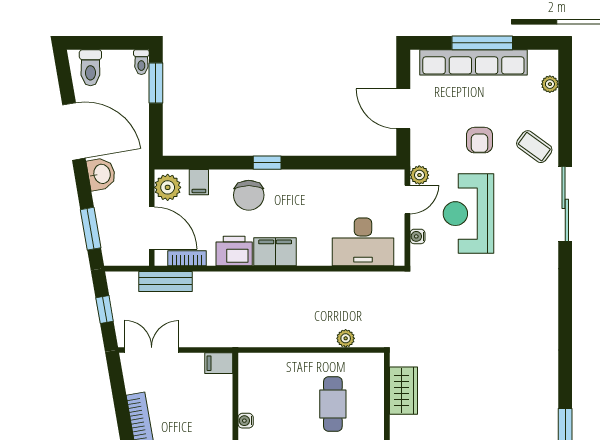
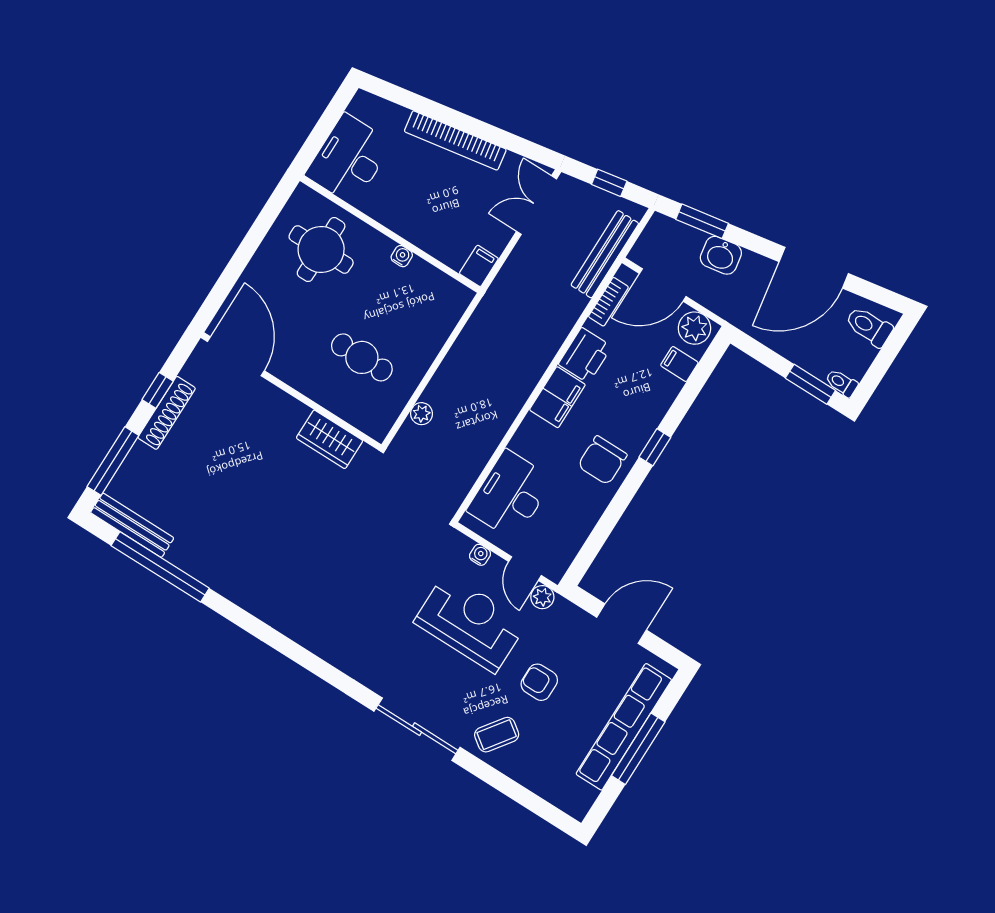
plant: (550, 84) -> (551, 792), removed
washbasin: (101, 174) -> (721, 255), moved
chair: (249, 195) -> (602, 460), moved, turned -90
bench: (165, 281) -> (605, 254), width x1.36
double door: (152, 350) -> (536, 205), swing flipped

